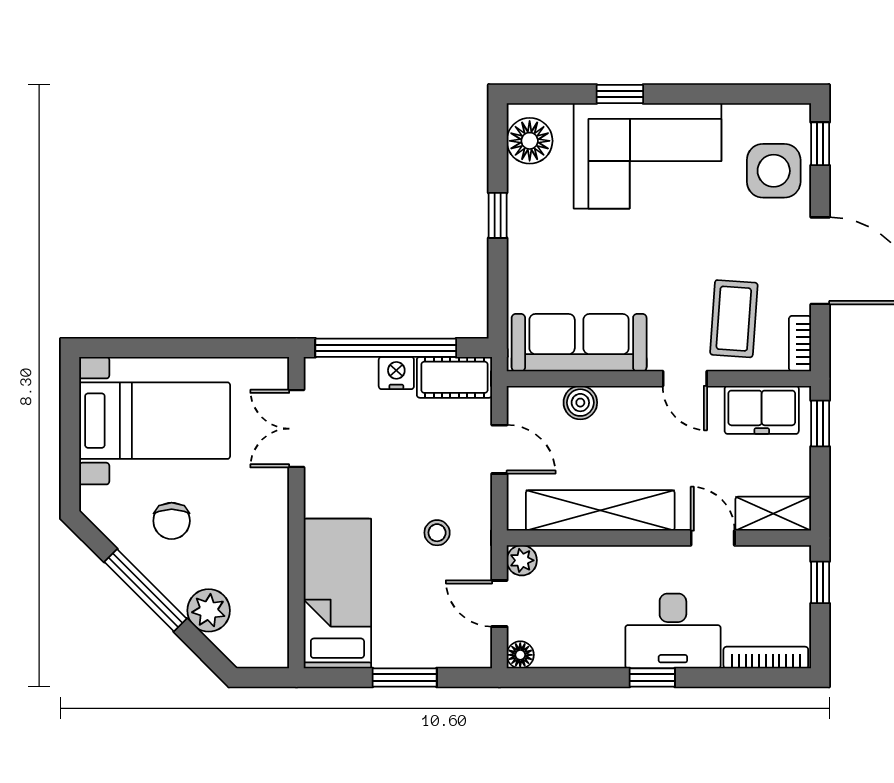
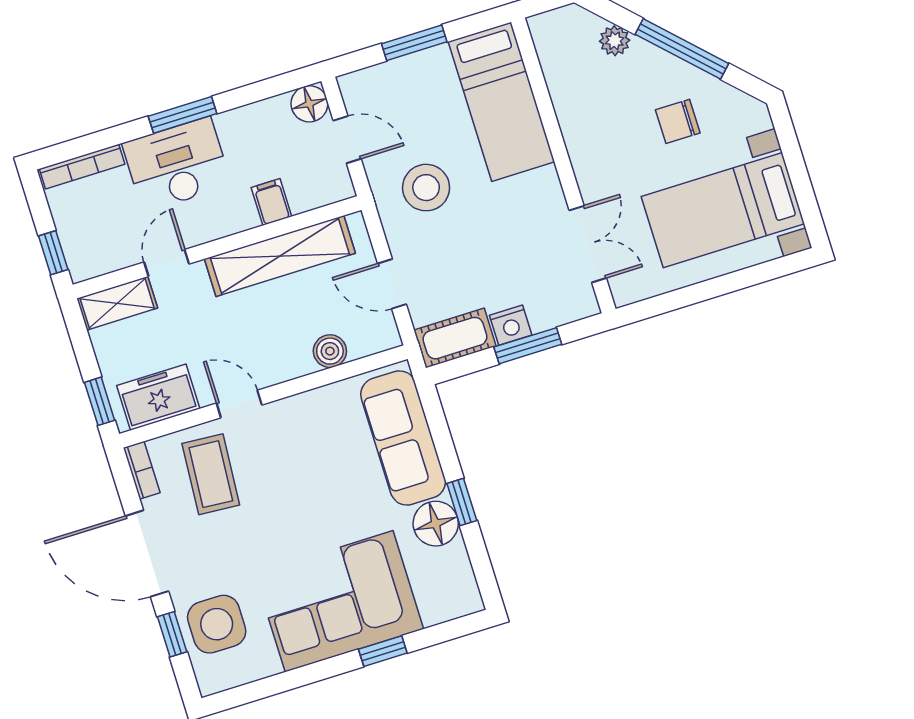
floor lamp: (530, 141) -> (436, 524), moved
window: (820, 144) -> (172, 634), moved
sofa: (579, 343) -> (403, 438), moved, turned 90
window: (386, 348) -> (528, 346), width x0.47
chair: (172, 521) -> (678, 121), turned -90
stool: (437, 533) -> (426, 188), width x1.89, depth x1.89
door: (713, 538) -> (167, 263), swing flipped
plant: (522, 560) -> (339, 186), removed
filing cabinet: (592, 566) -> (271, 202), added
plant: (209, 610) -> (615, 41), width x0.73, depth x0.73
floor lamp: (520, 655) -> (309, 104), width x1.37, depth x1.37
window: (652, 678) -> (183, 115), width x1.50

